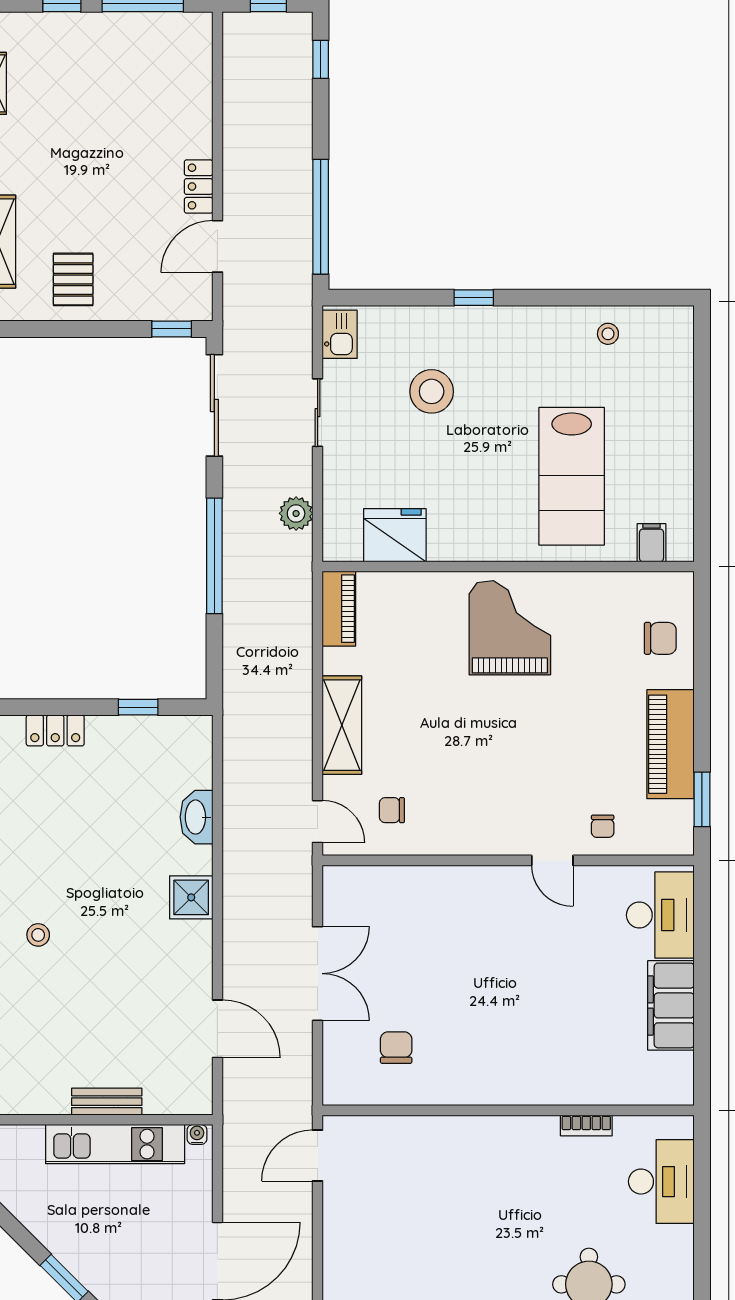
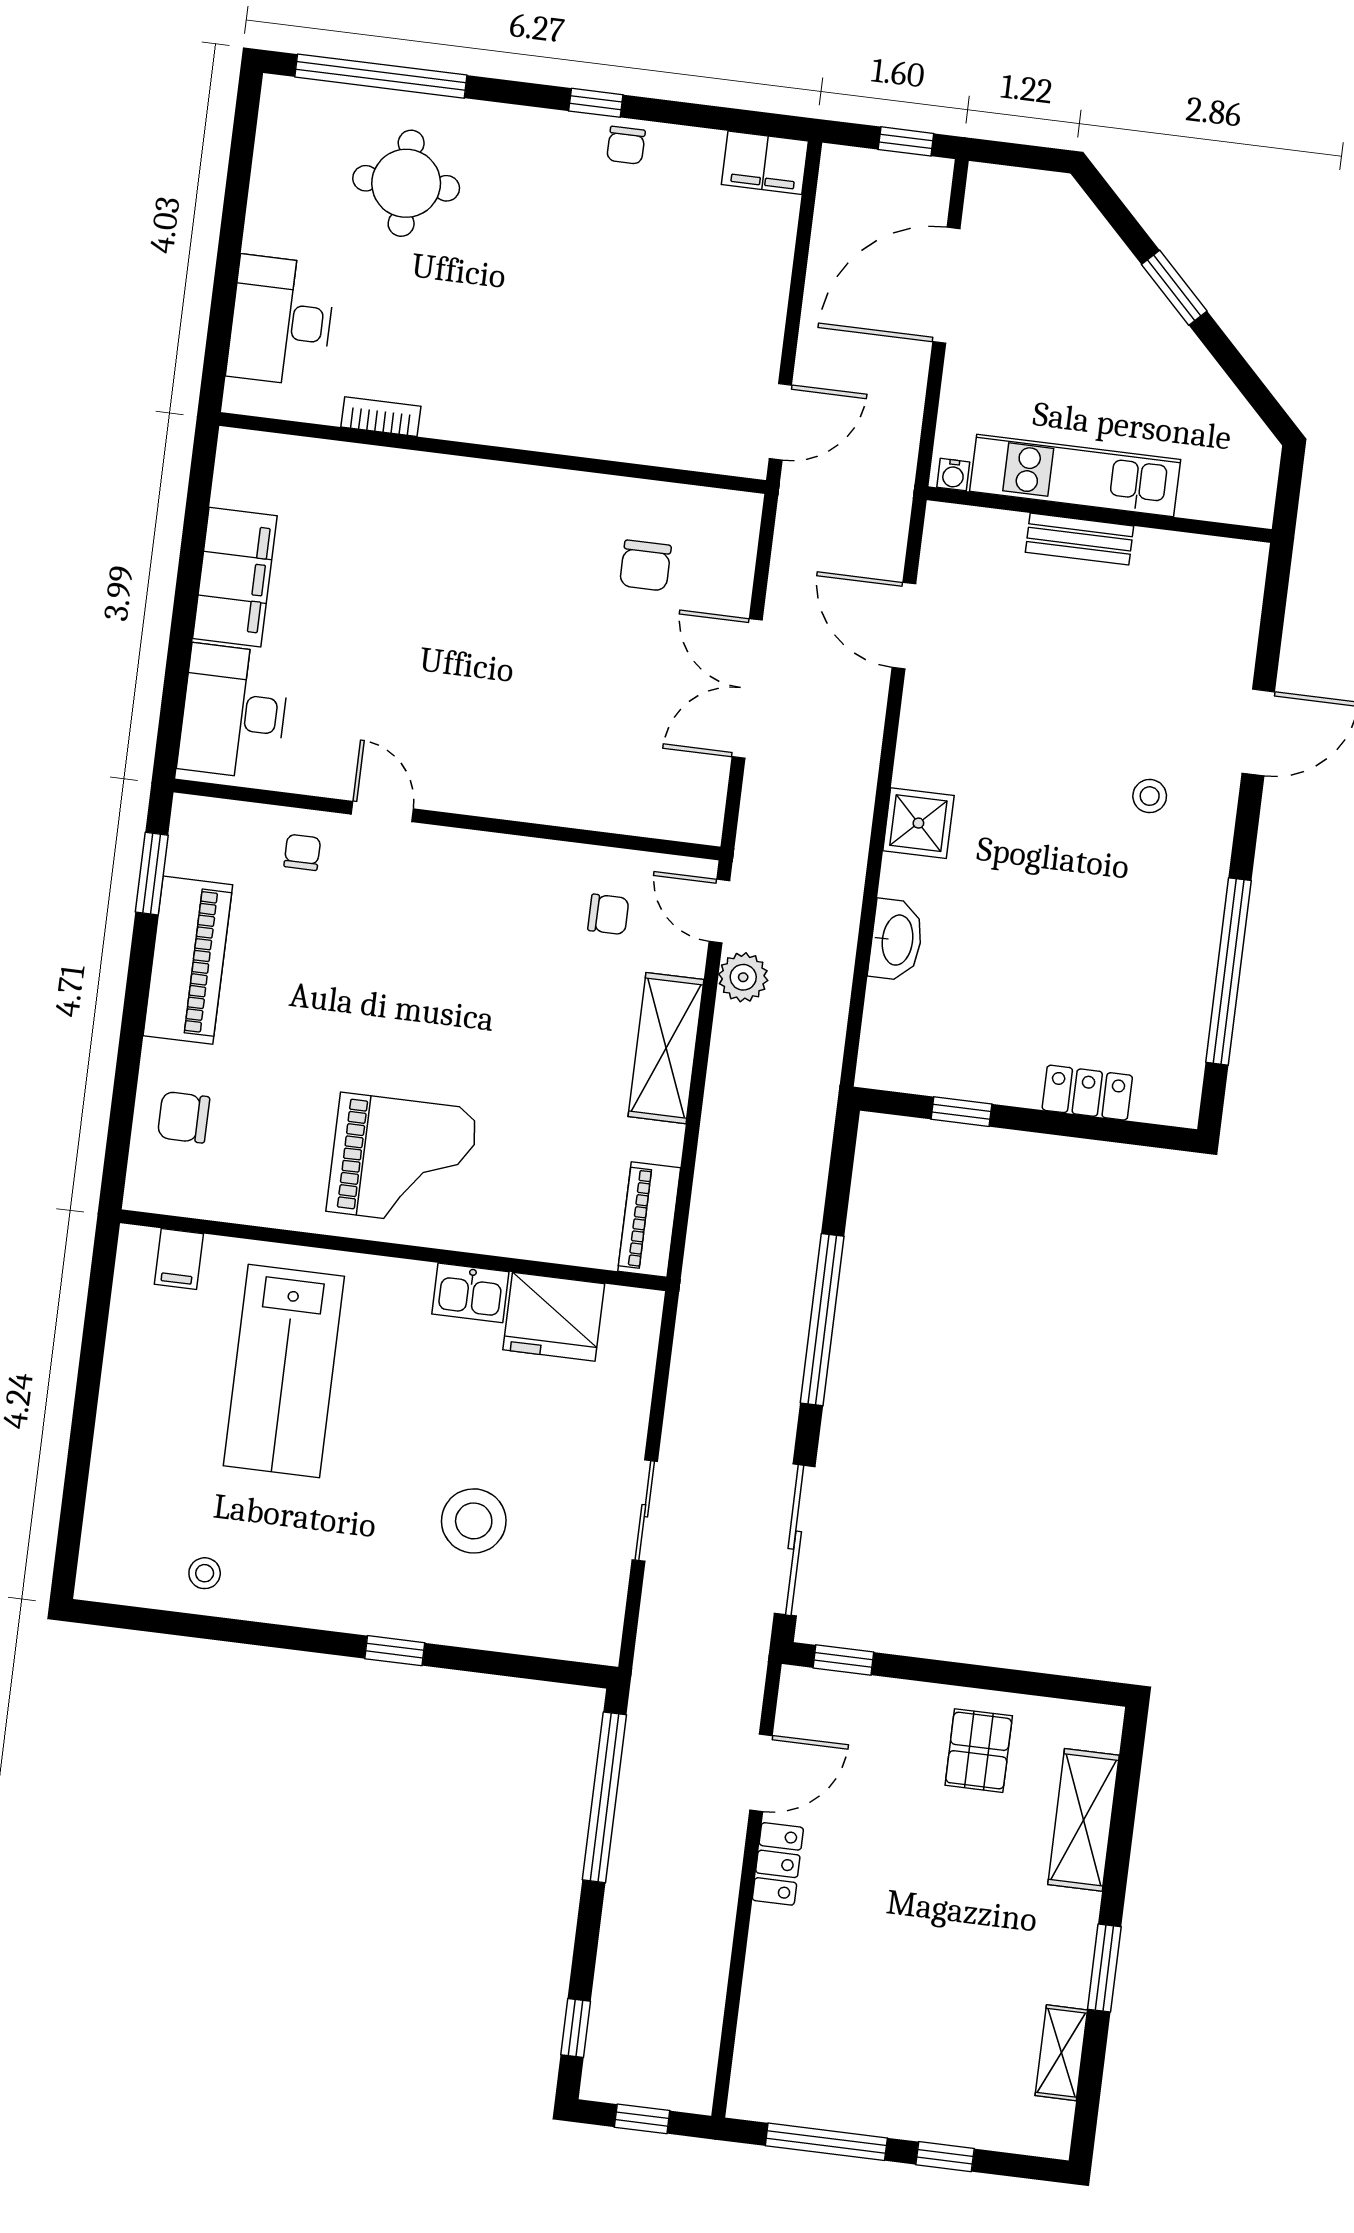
kitchen sink: (340, 334) -> (470, 1293), moved, turned -90
lab bench: (572, 476) -> (284, 1371), turned 180
plant: (296, 513) -> (743, 977), moved
grand piano: (510, 628) -> (402, 1160), turned -90

